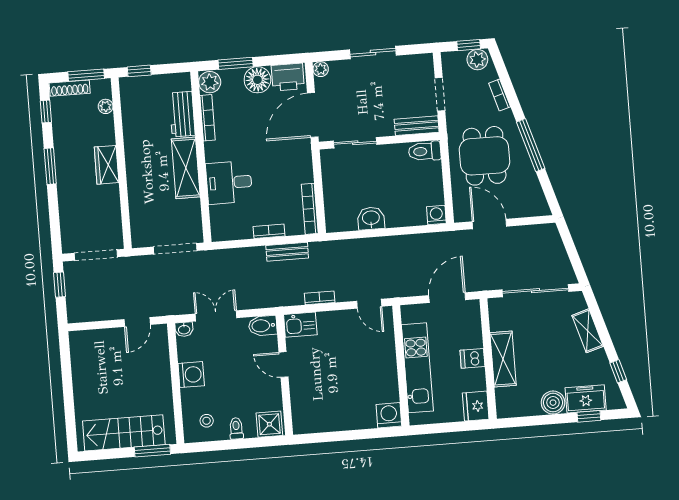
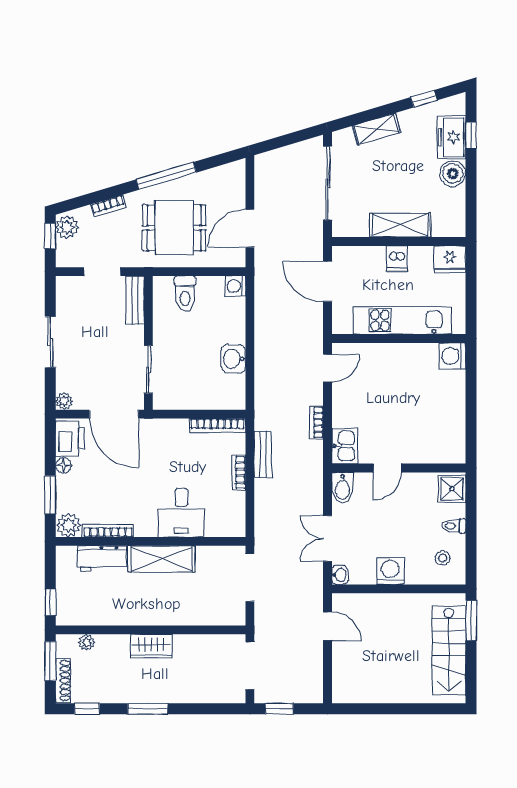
floor lamp: (257, 80) -> (63, 465), width x0.53, depth x0.53
toilet: (425, 151) -> (185, 294), moved

